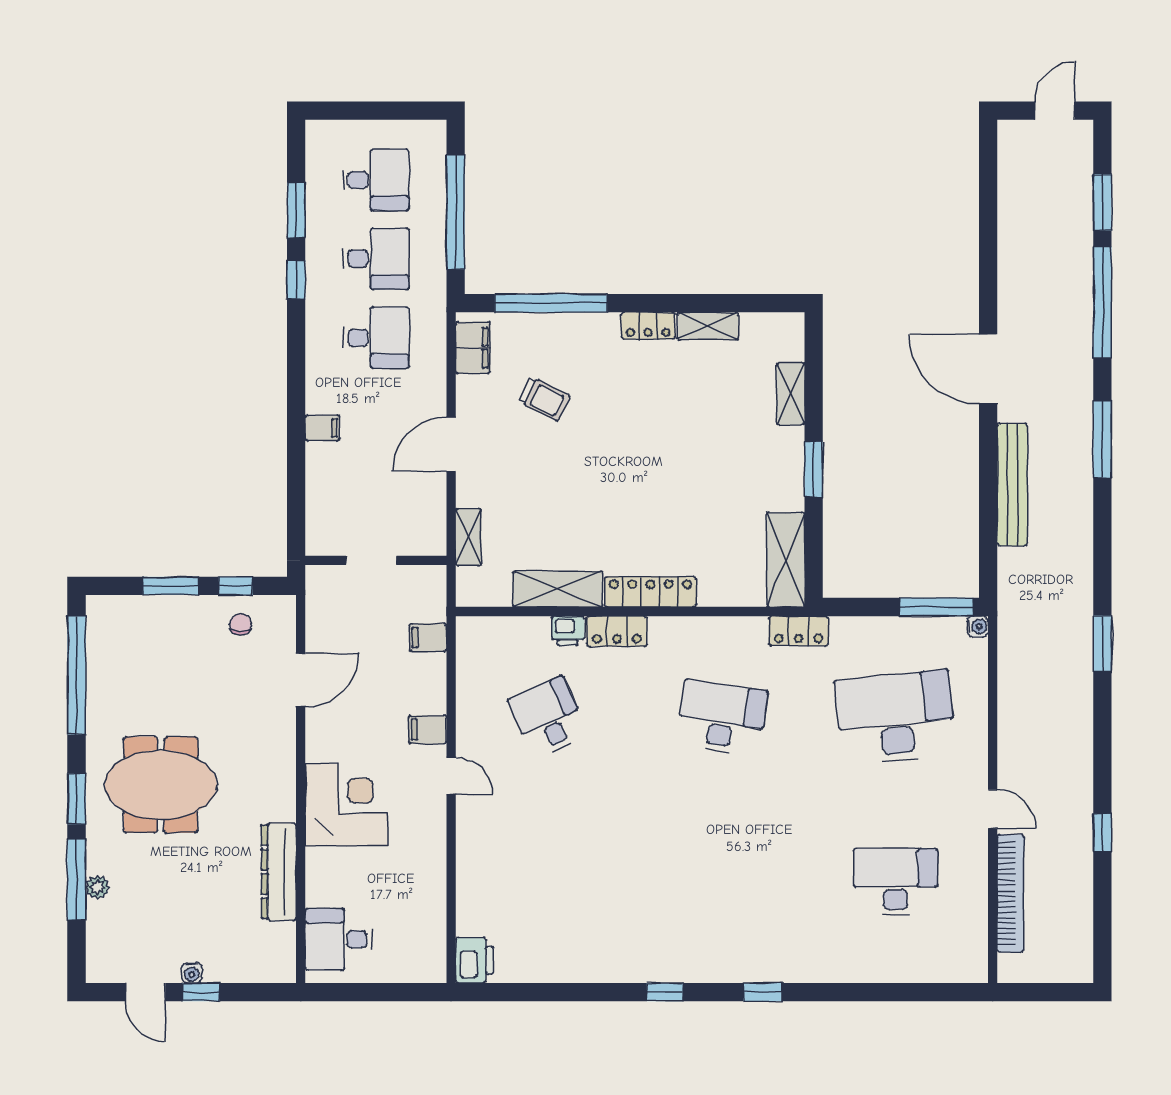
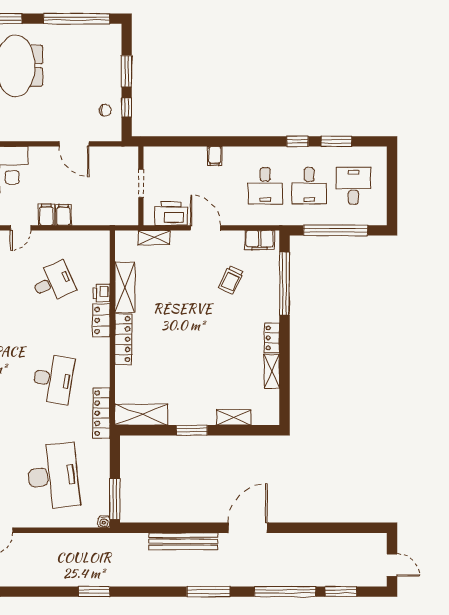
desk: (376, 180) -> (353, 186), turned 180
printer: (426, 507) -> (171, 214), added
locker: (799, 631) -> (101, 413), width x1.53
filing cabinet: (428, 638) -> (64, 215), moved

